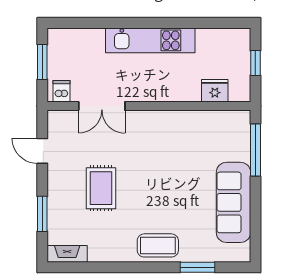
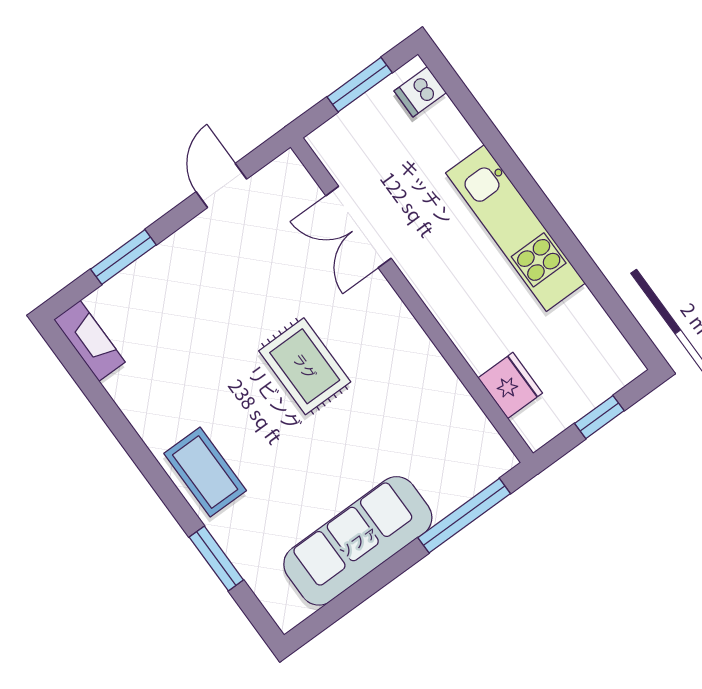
dishwasher: (62, 91) -> (420, 92), moved, turned 180
rug: (101, 188) -> (305, 366), moved, turned 90

